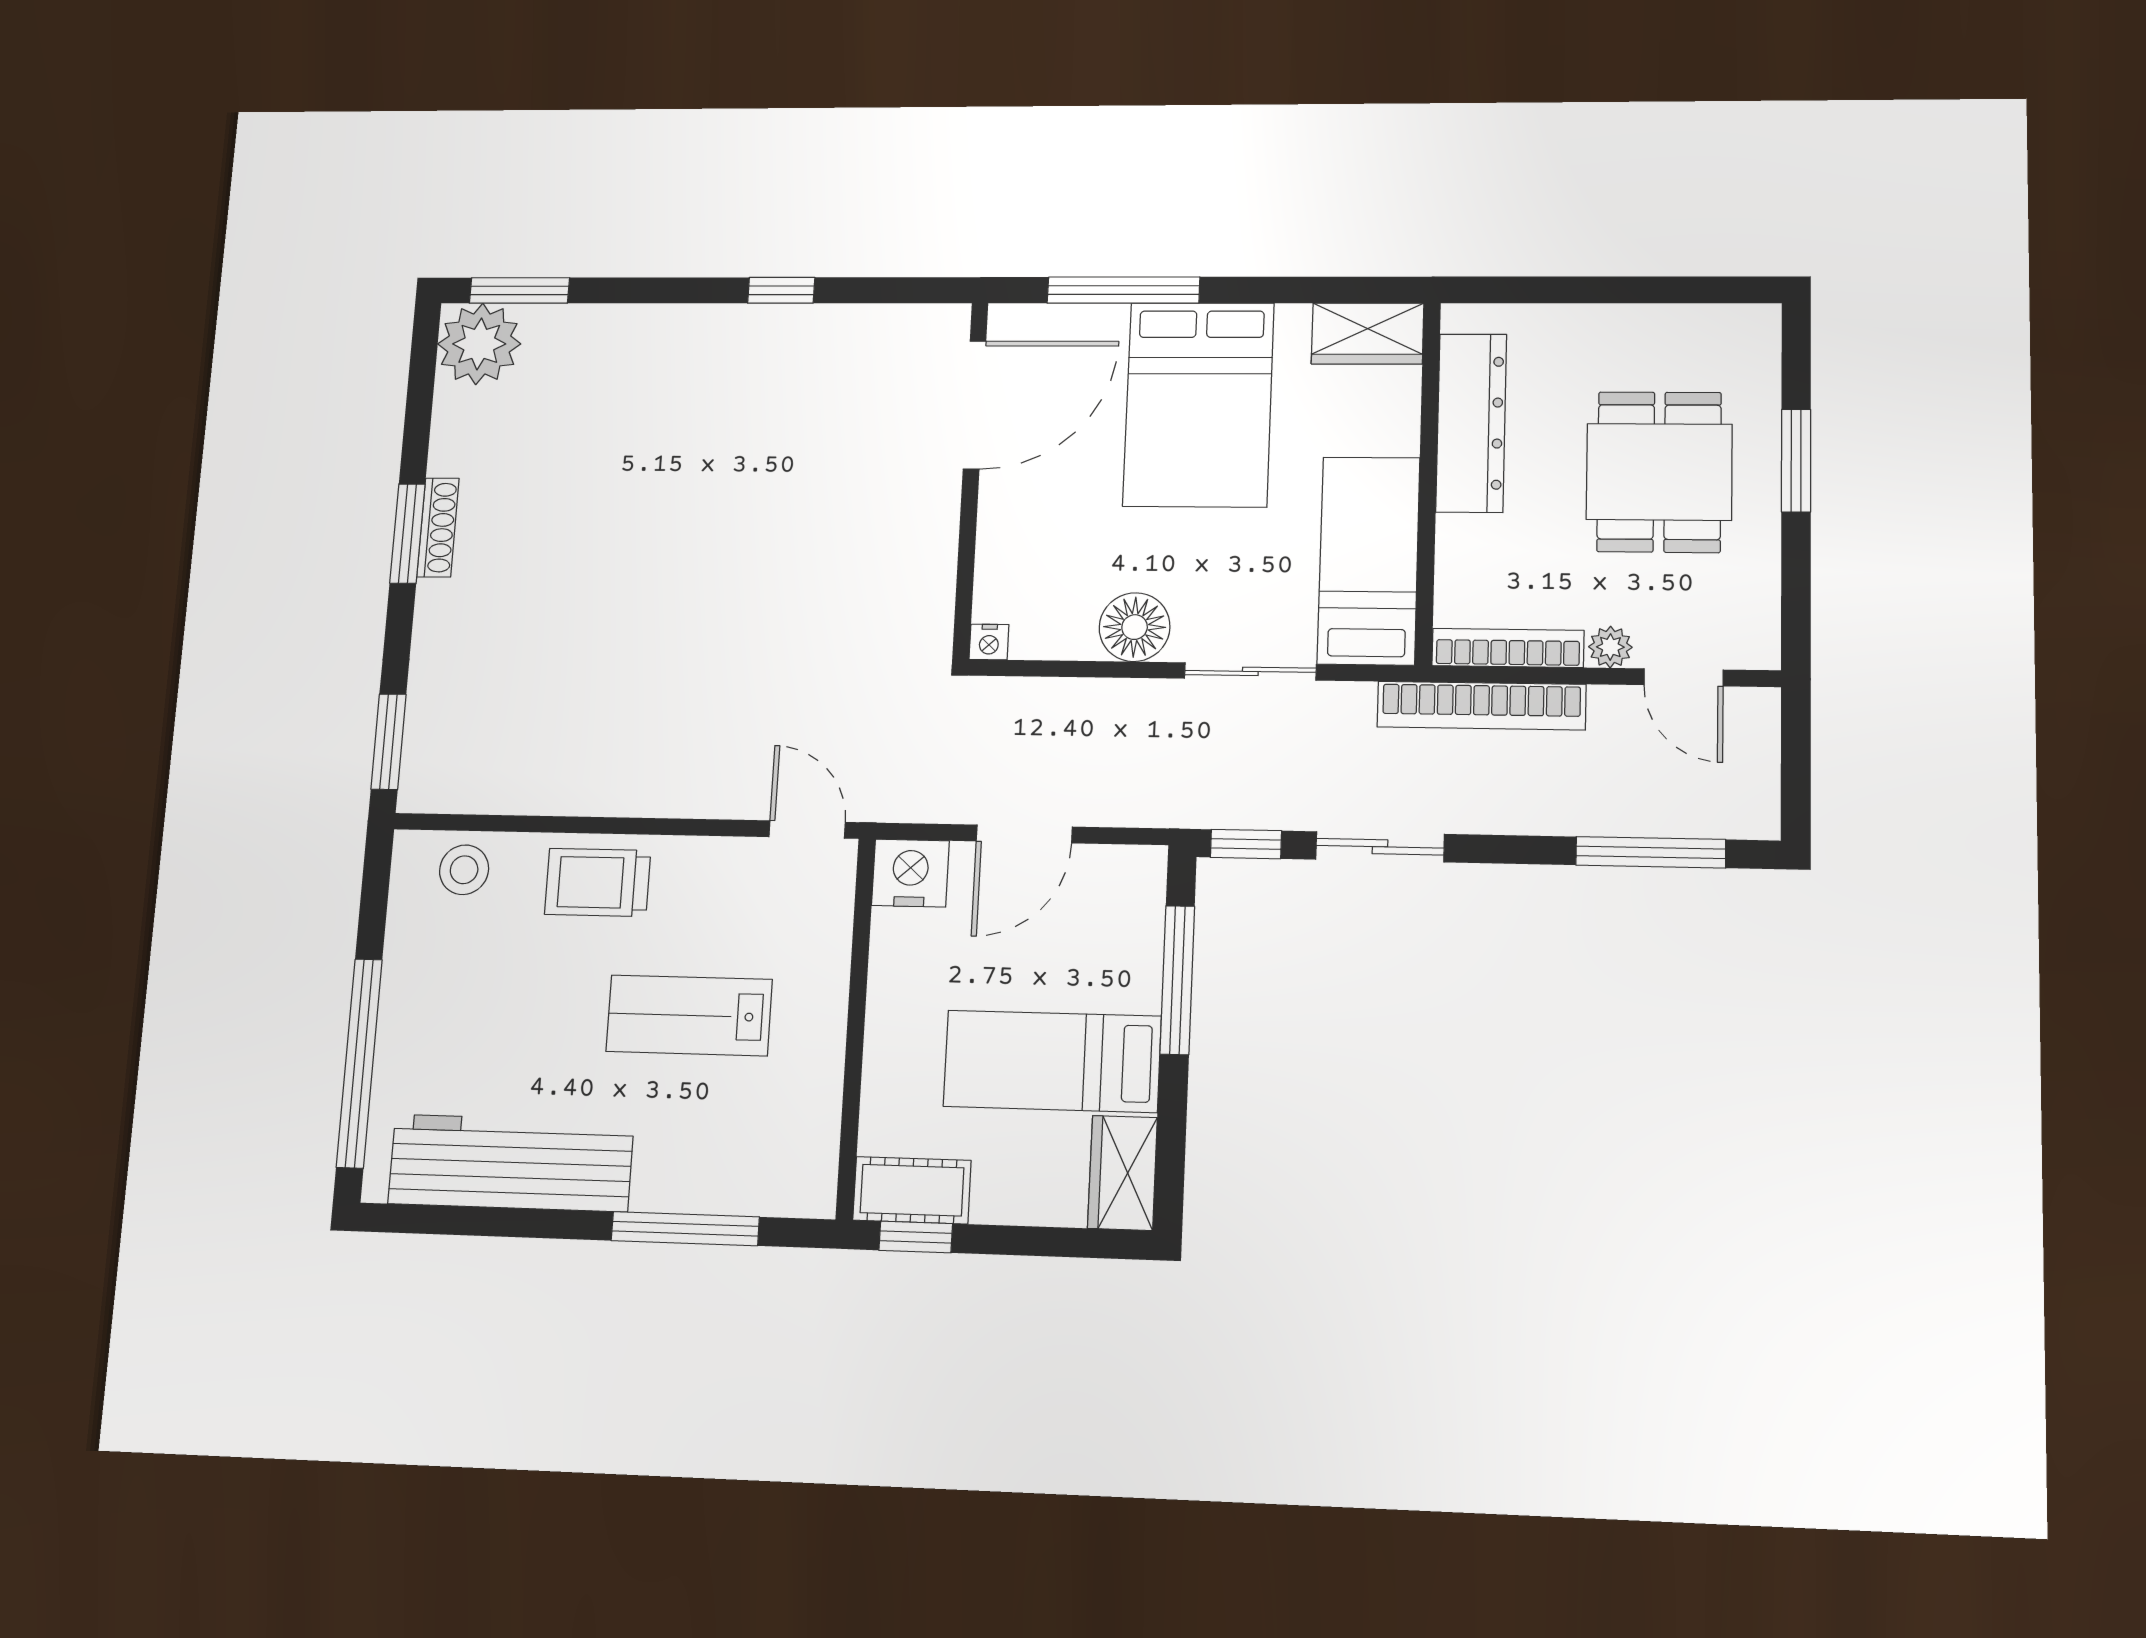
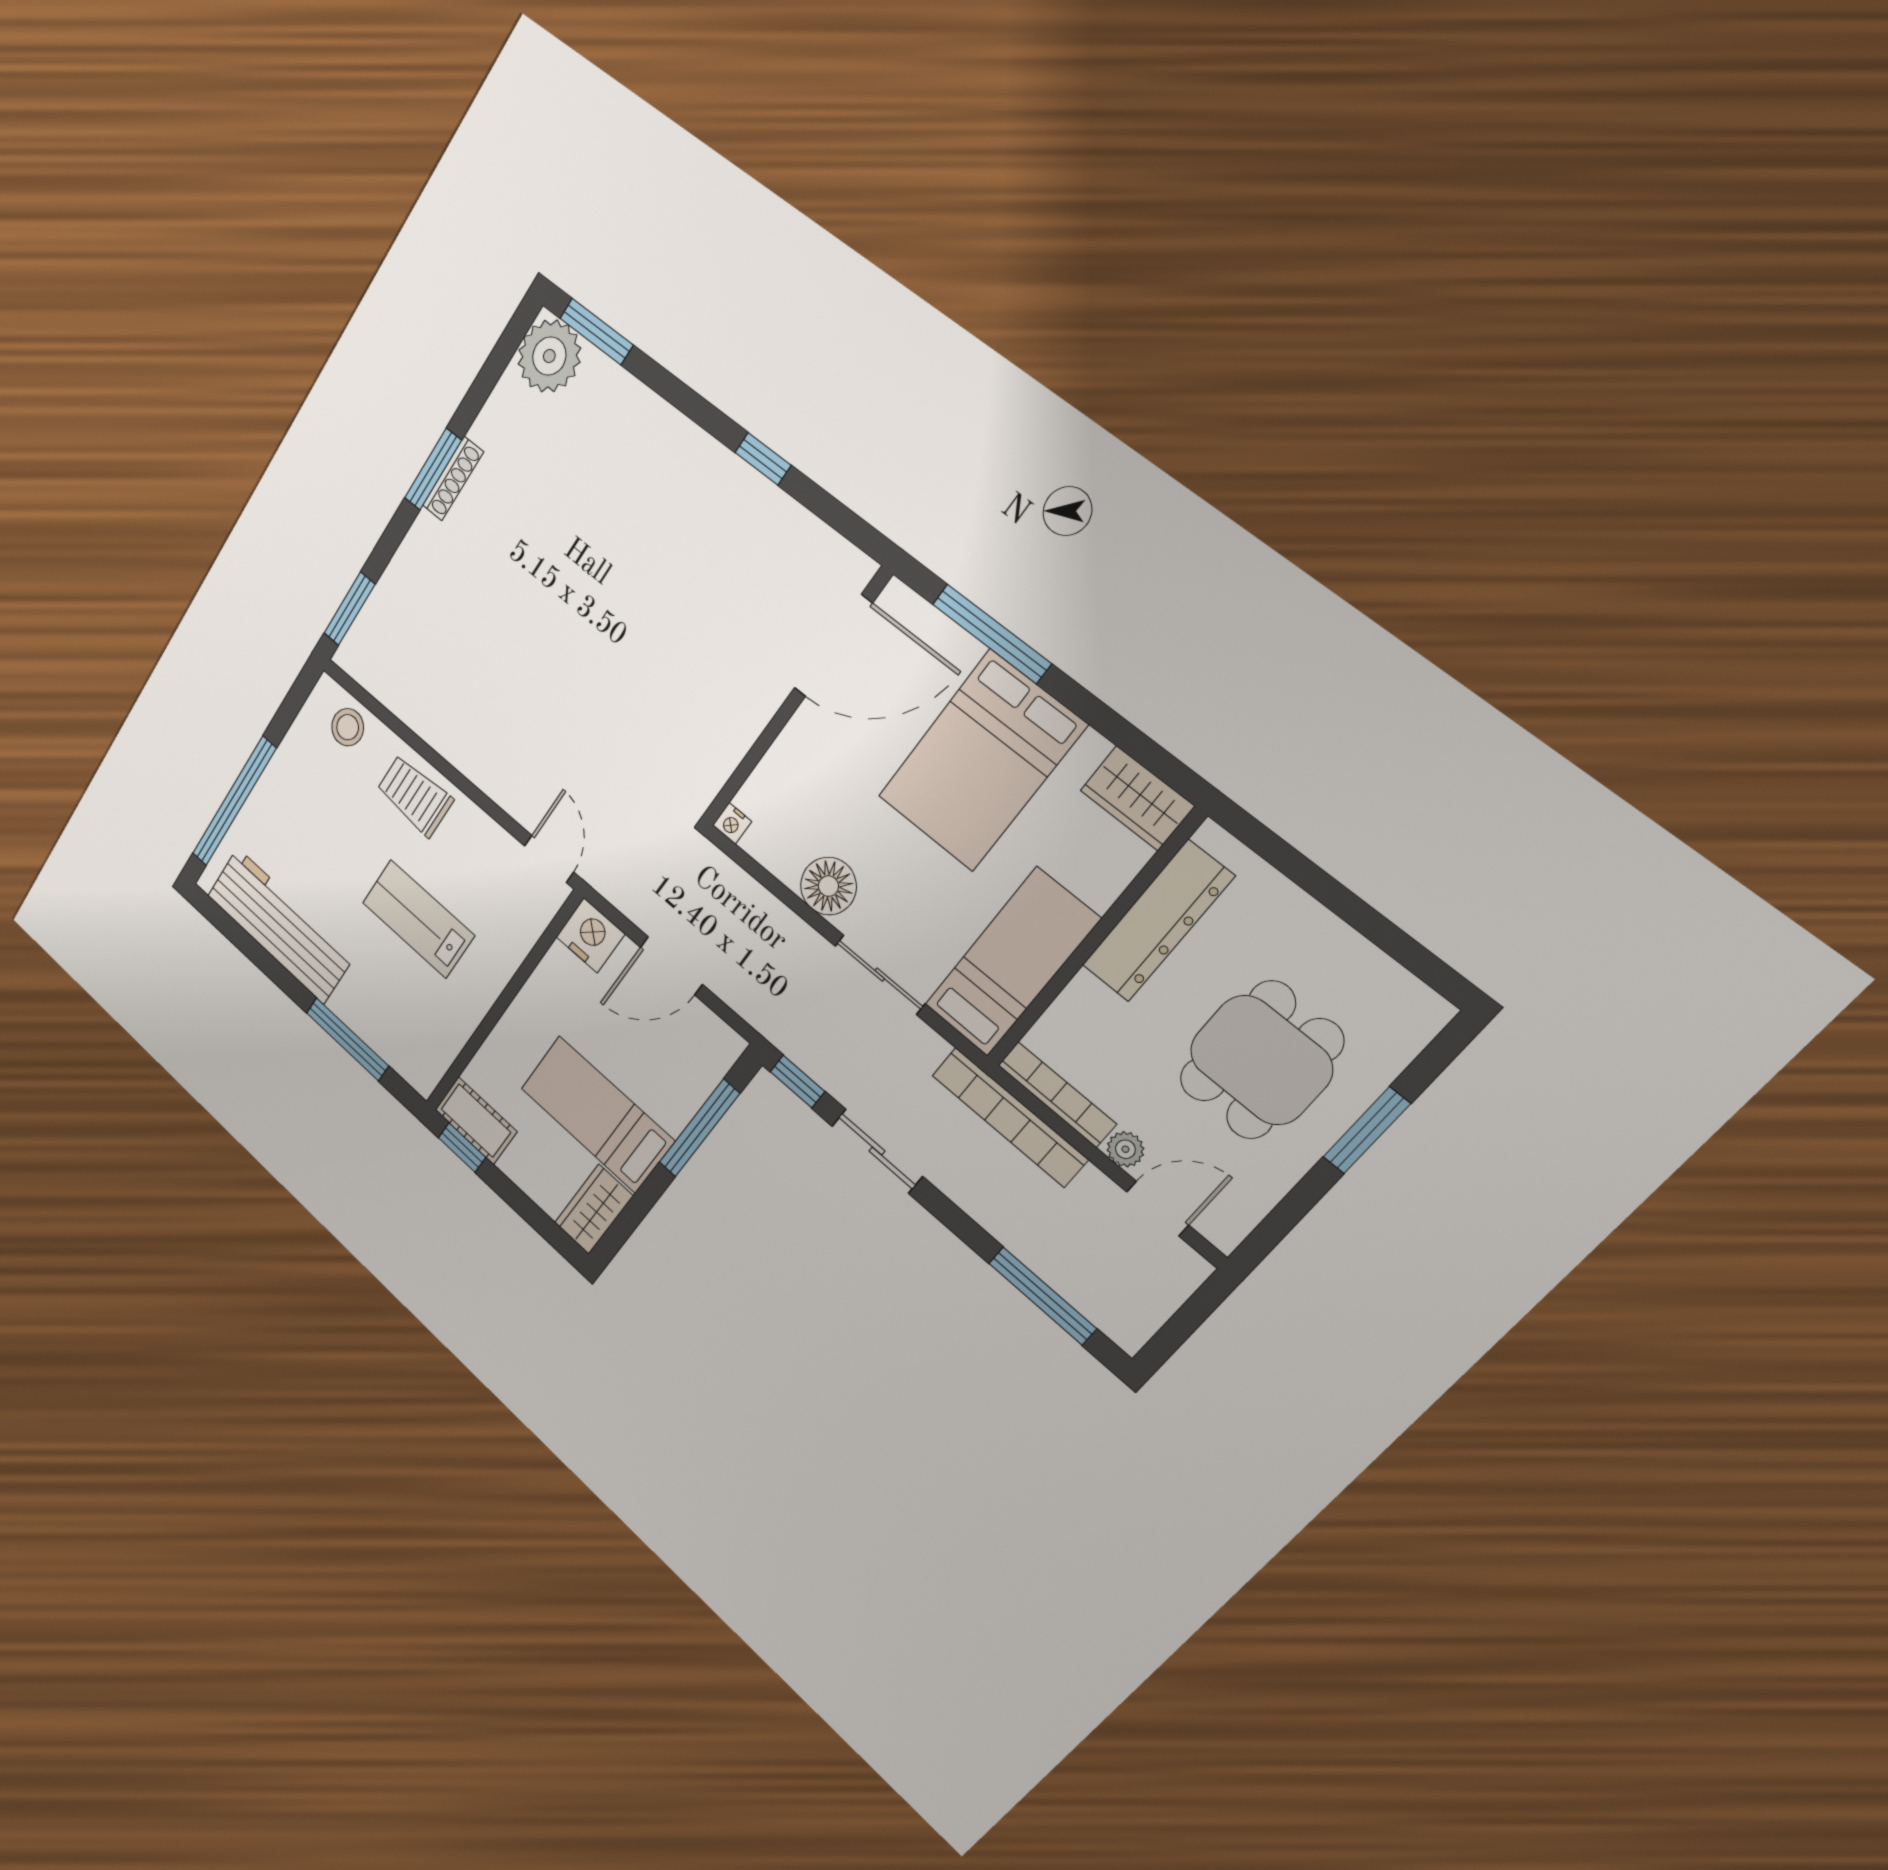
door: (1684, 677) -> (1158, 1208), swing flipped

